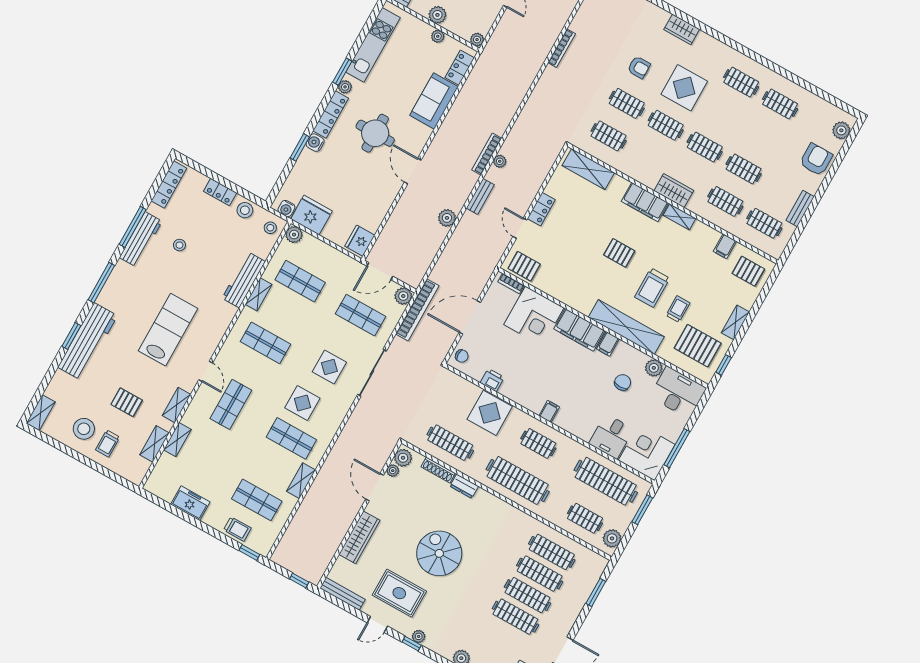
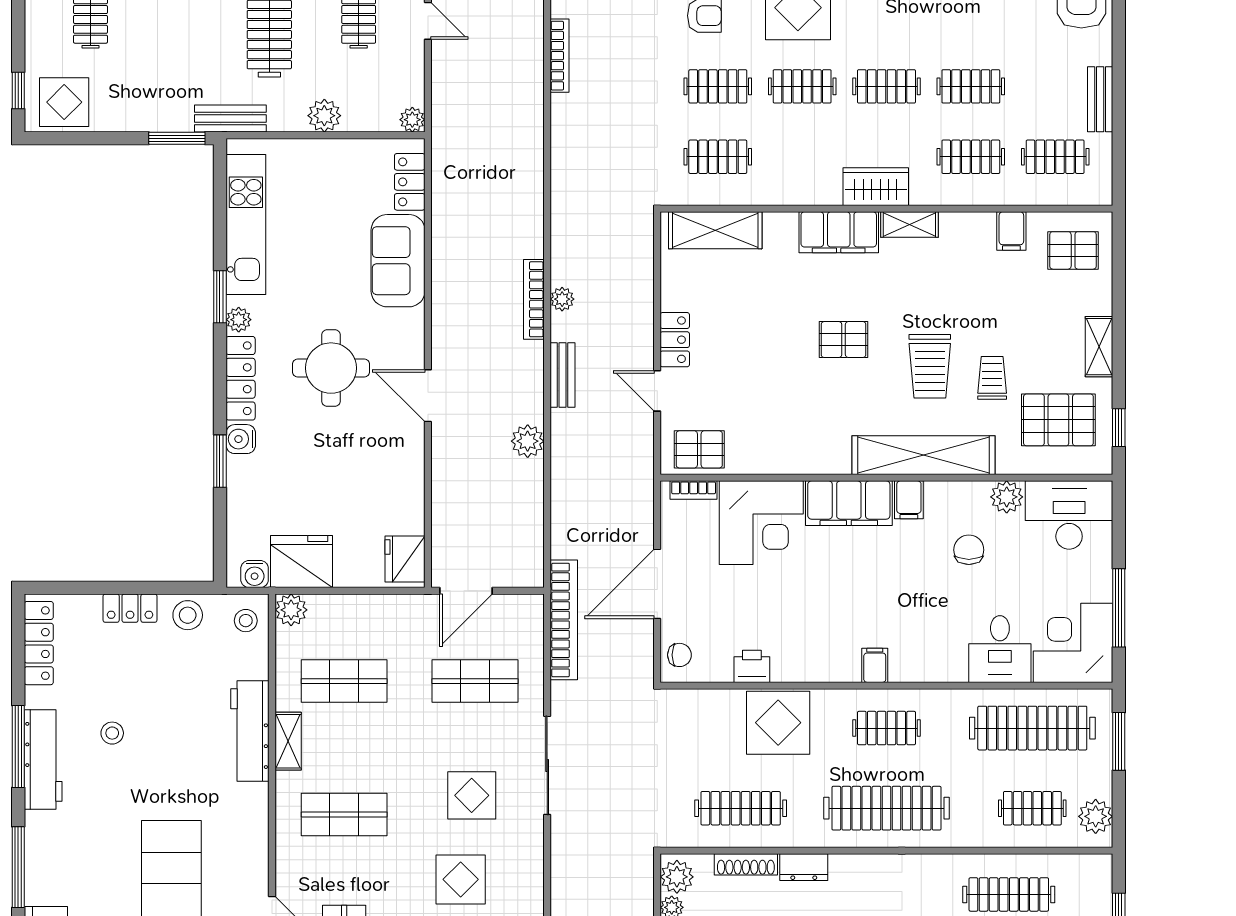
plant: (438, 36) -> (345, 151), removed
plant: (403, 296) -> (528, 610), removed

